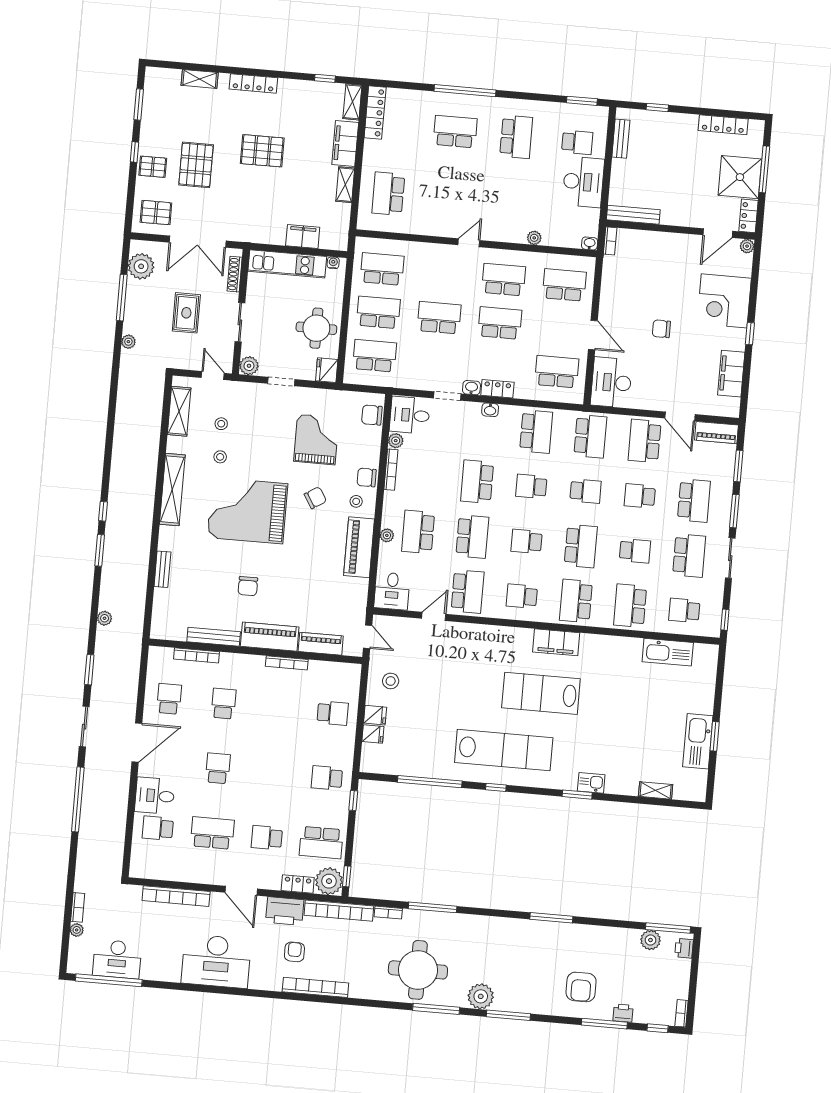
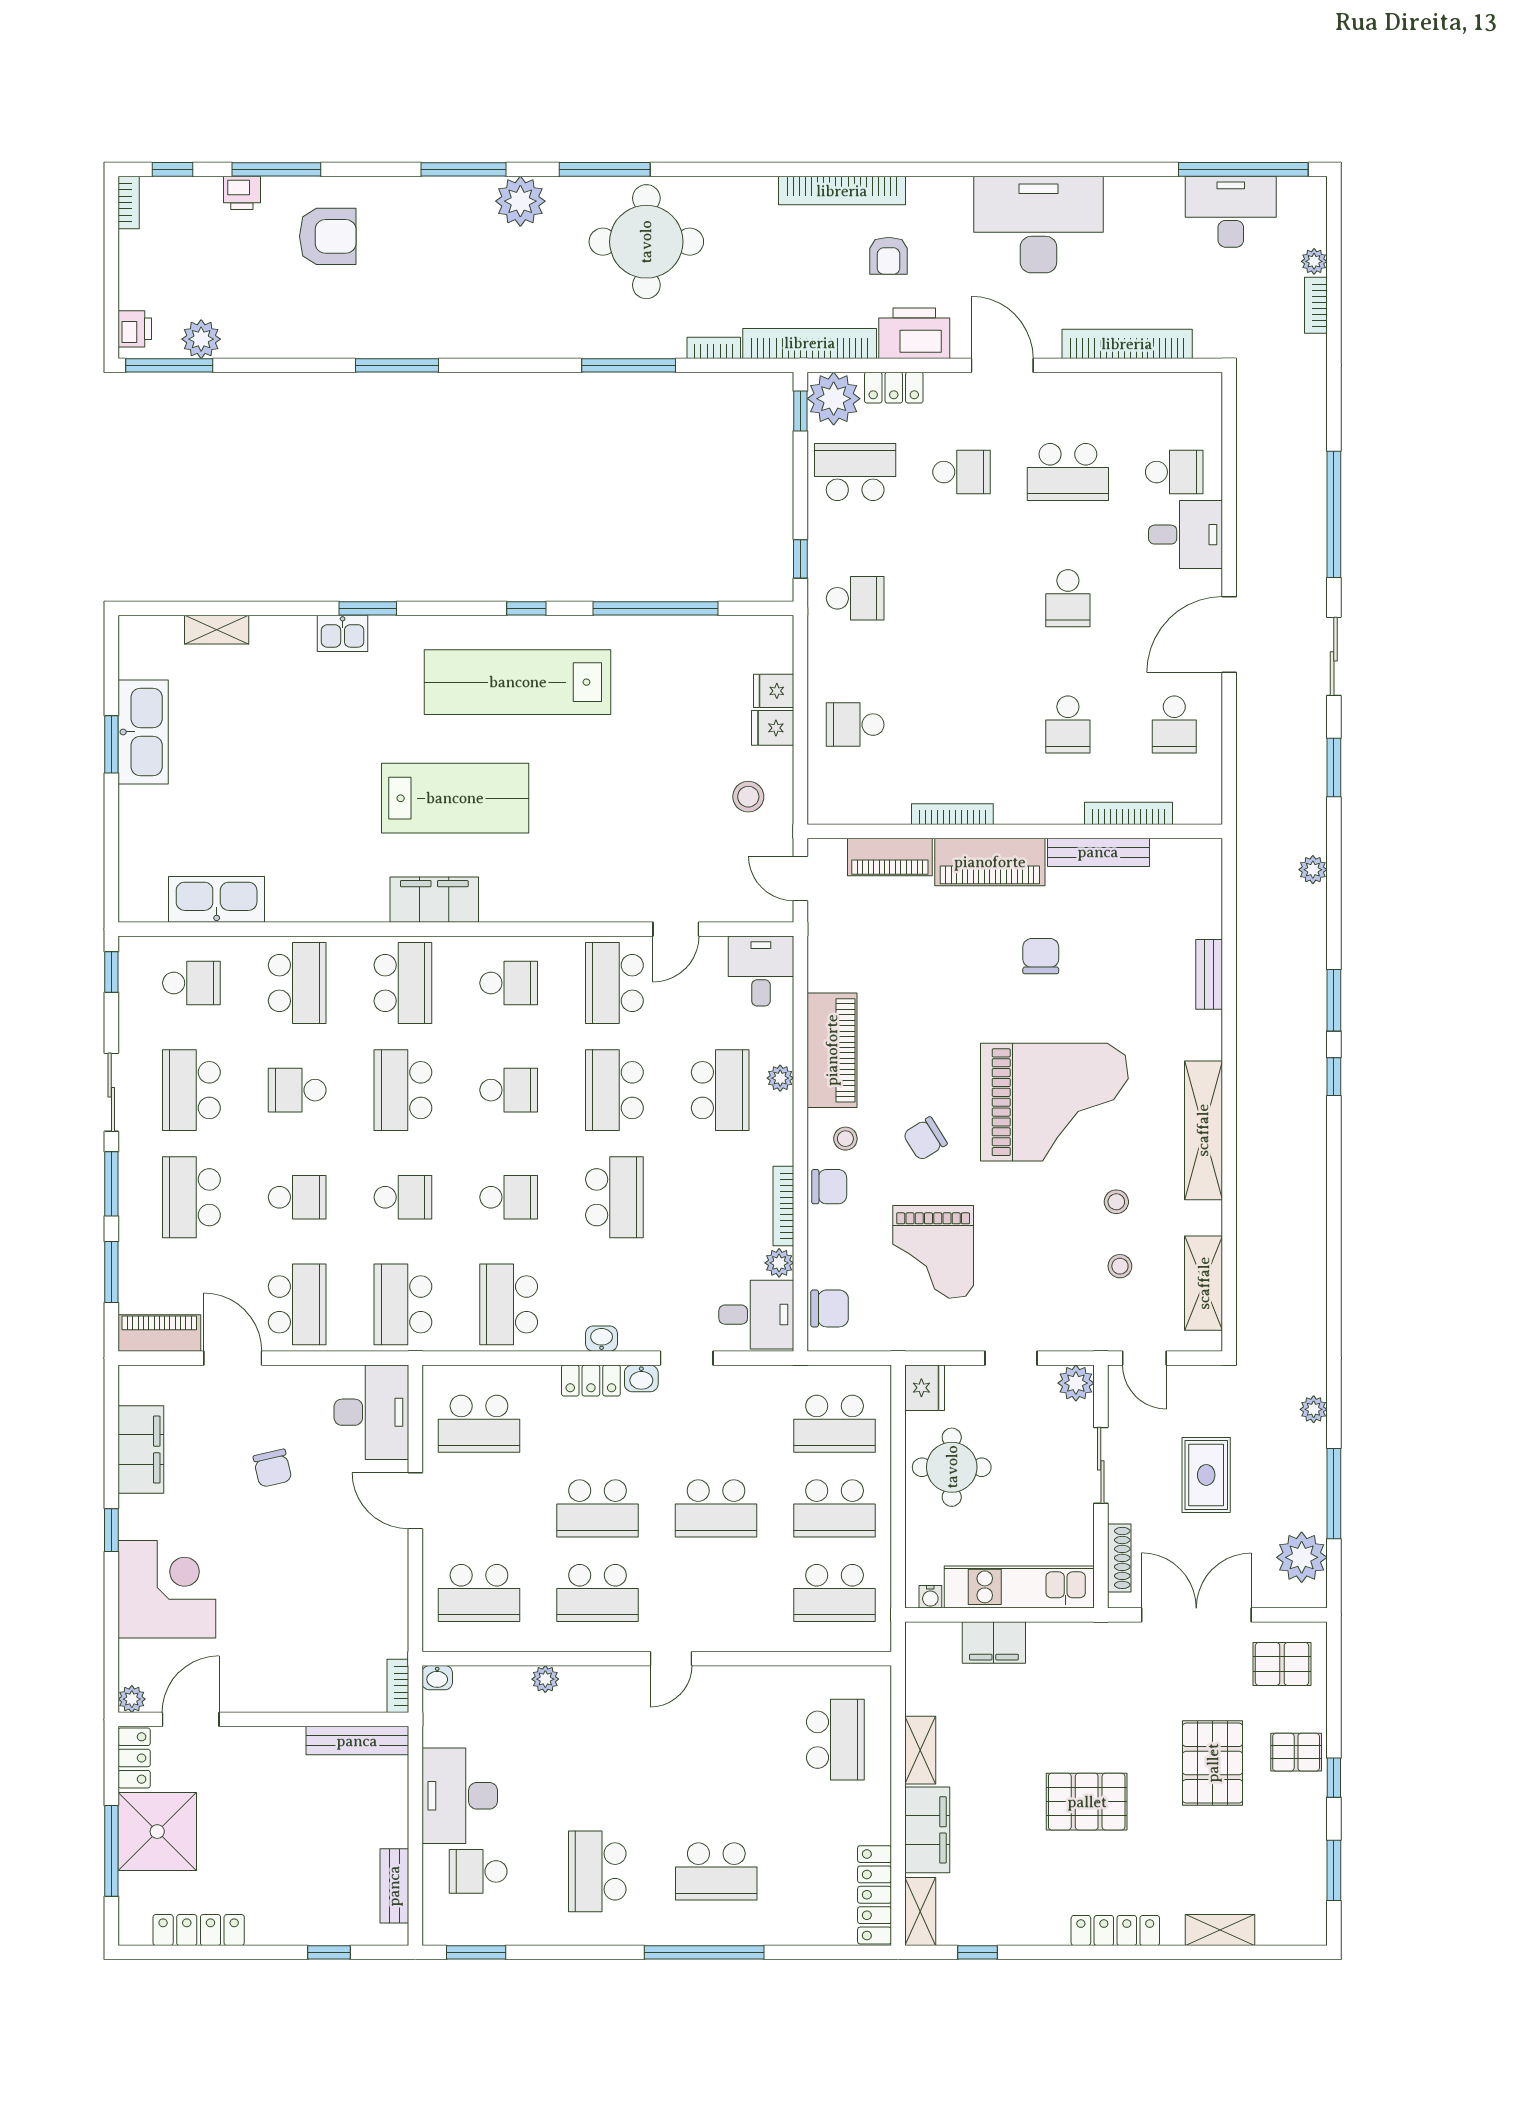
chair: (661, 329) -> (272, 1468), moved, turned 77
school desk: (586, 491) -> (403, 1197), turned 180
armchair: (581, 987) -> (328, 236), turned 90

